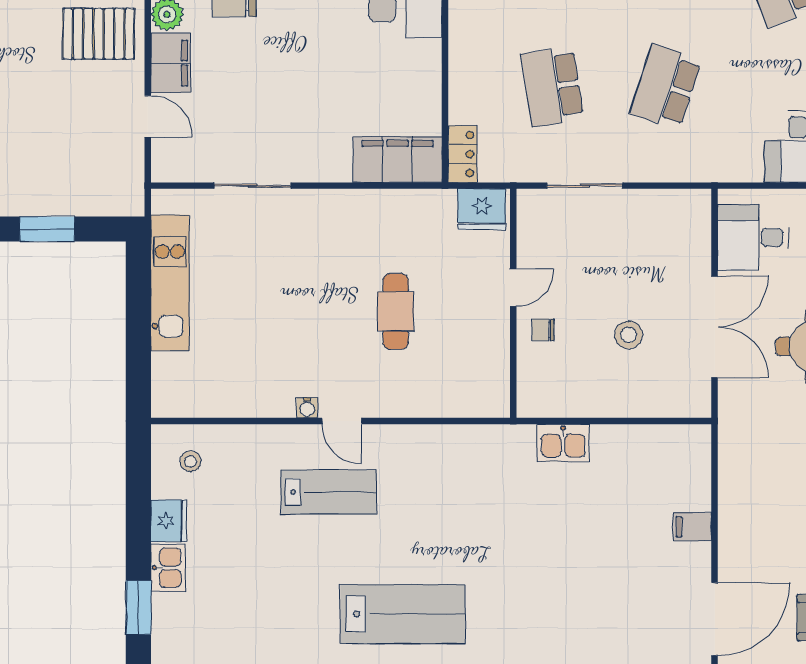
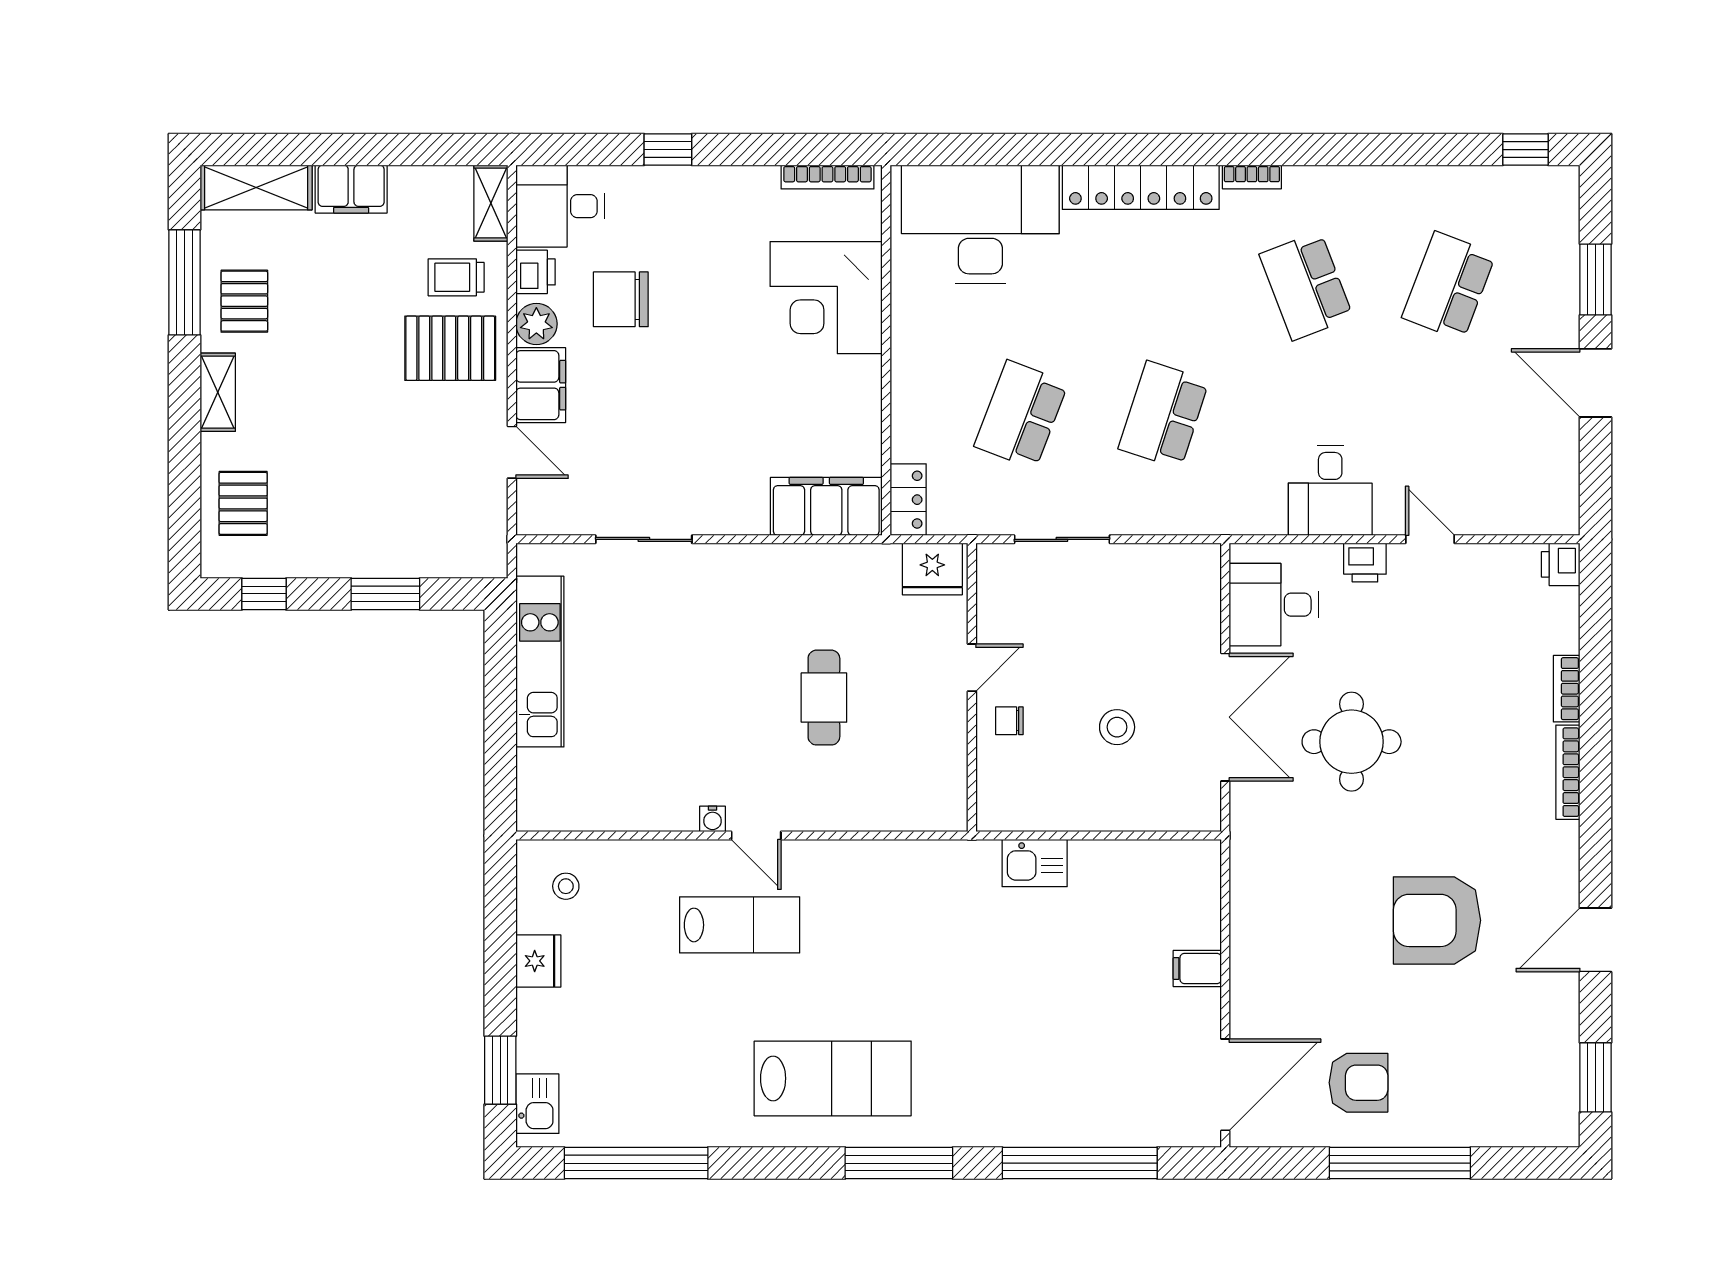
school desk: (552, 87) -> (1021, 415), turned 30
kitchen sink: (168, 568) -> (537, 1104), moved

